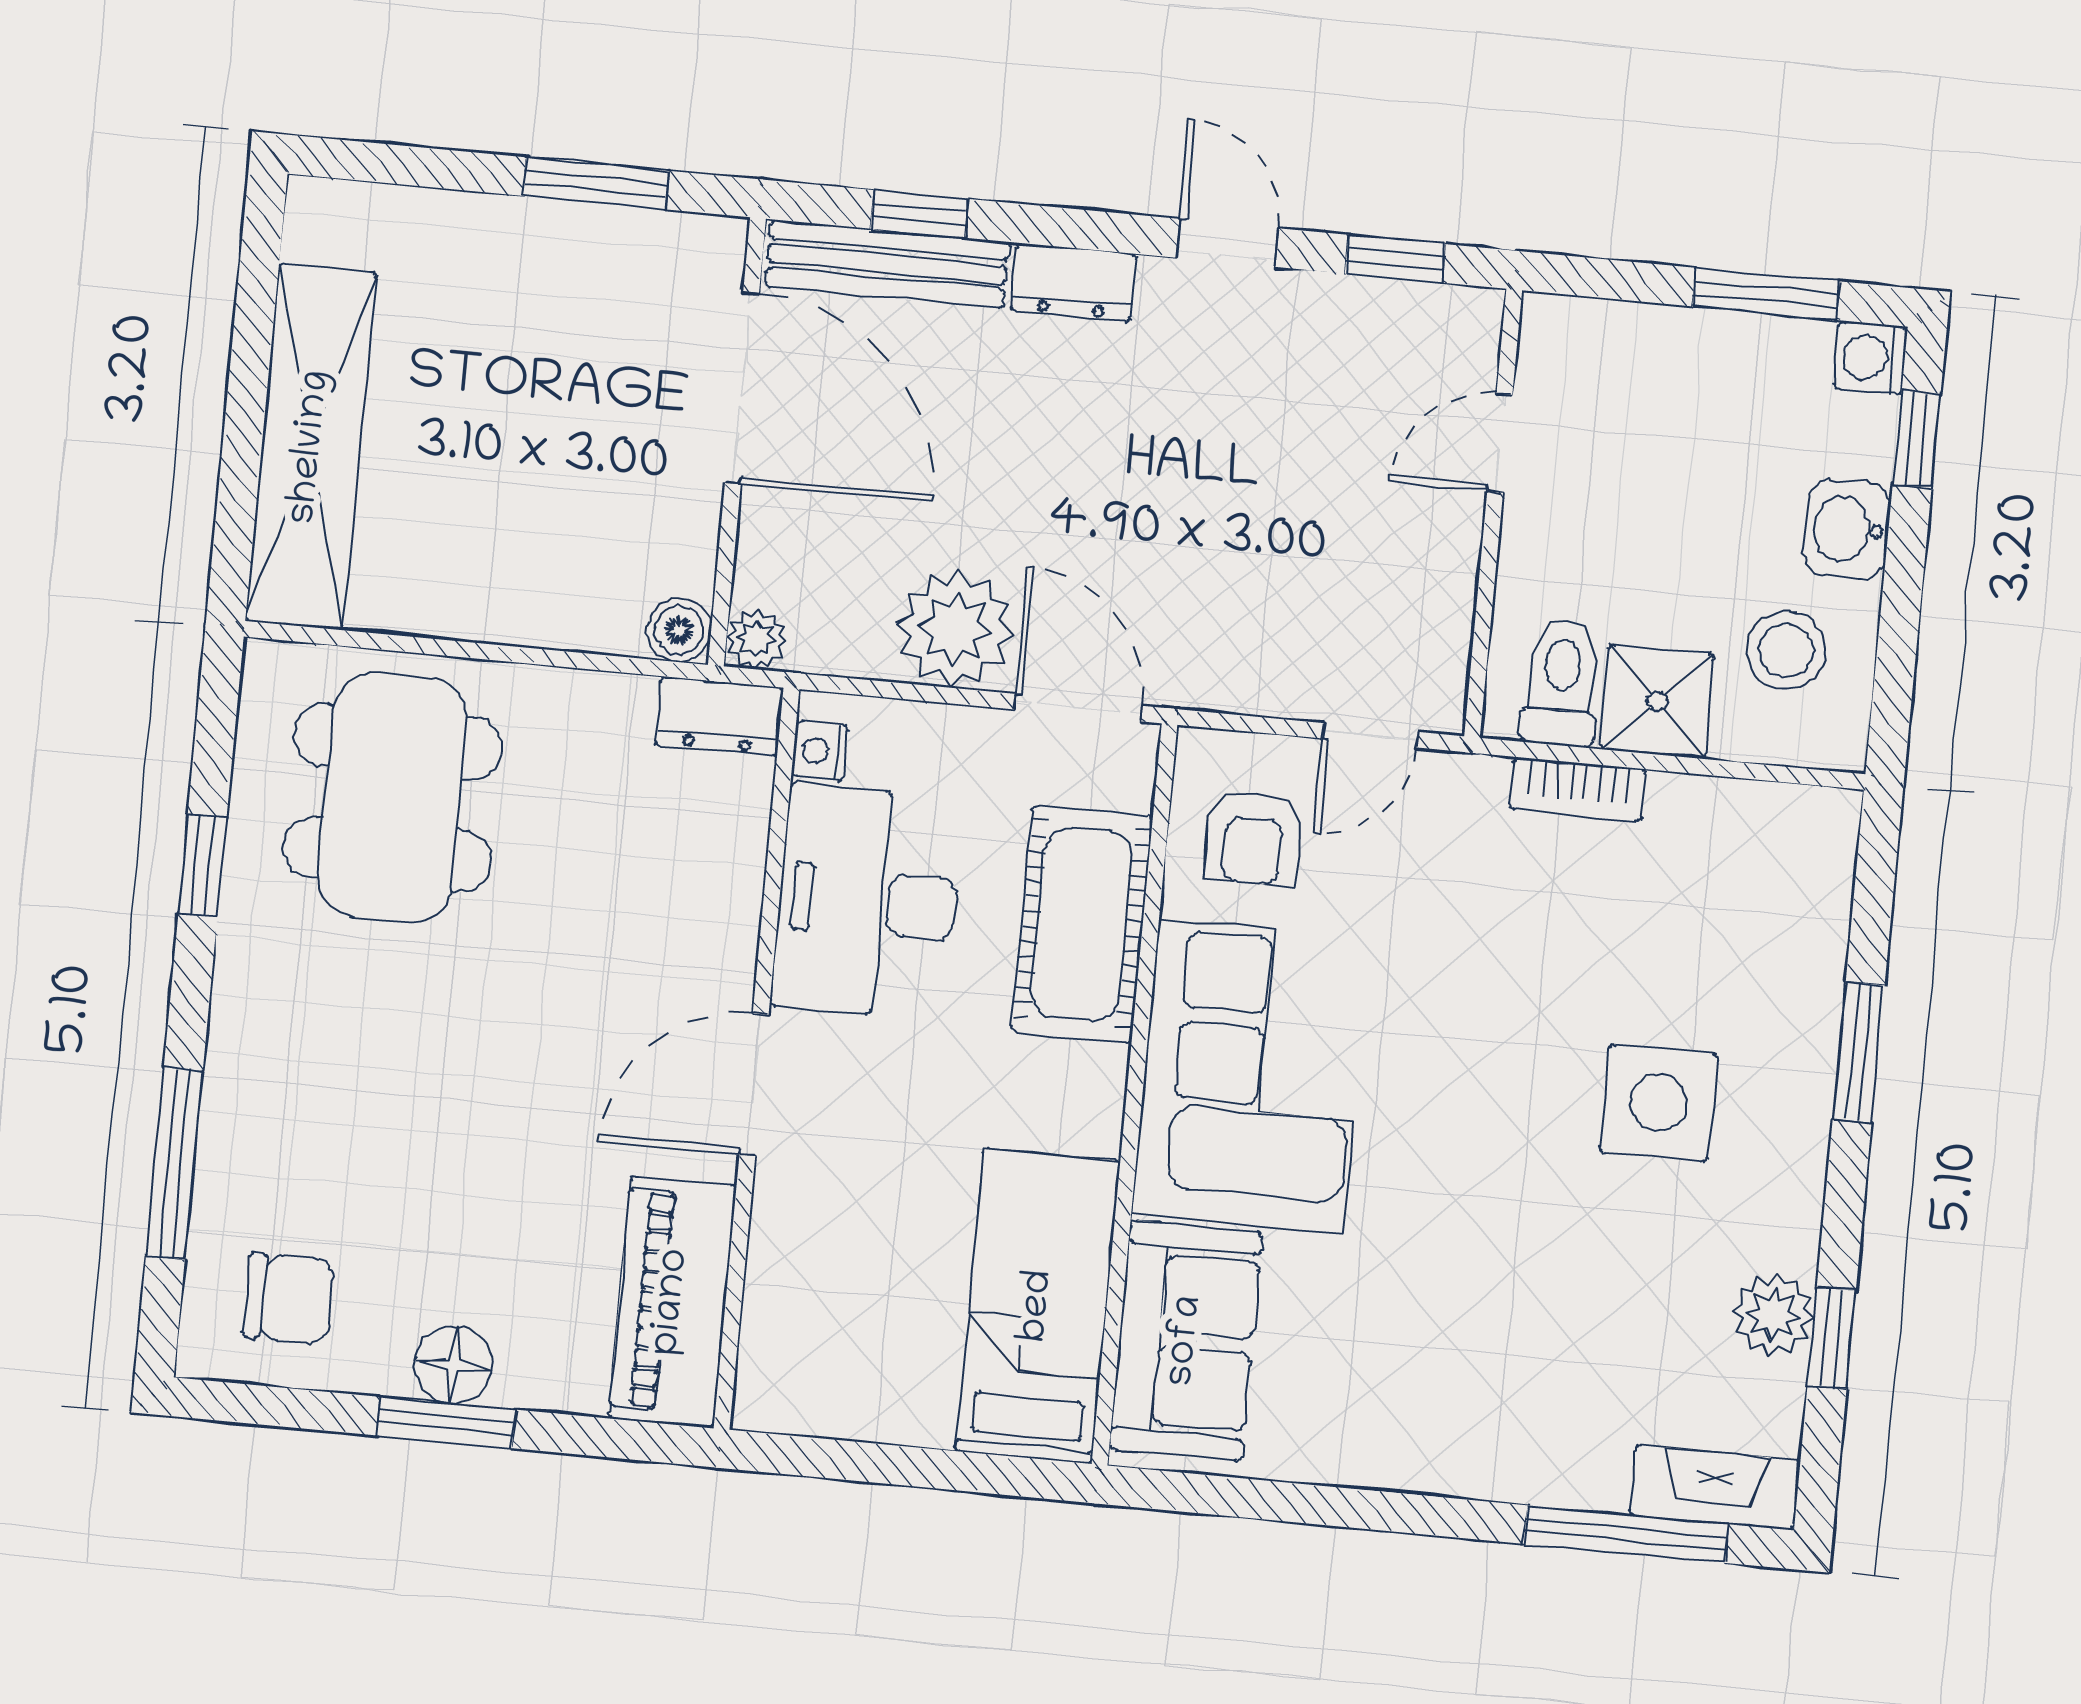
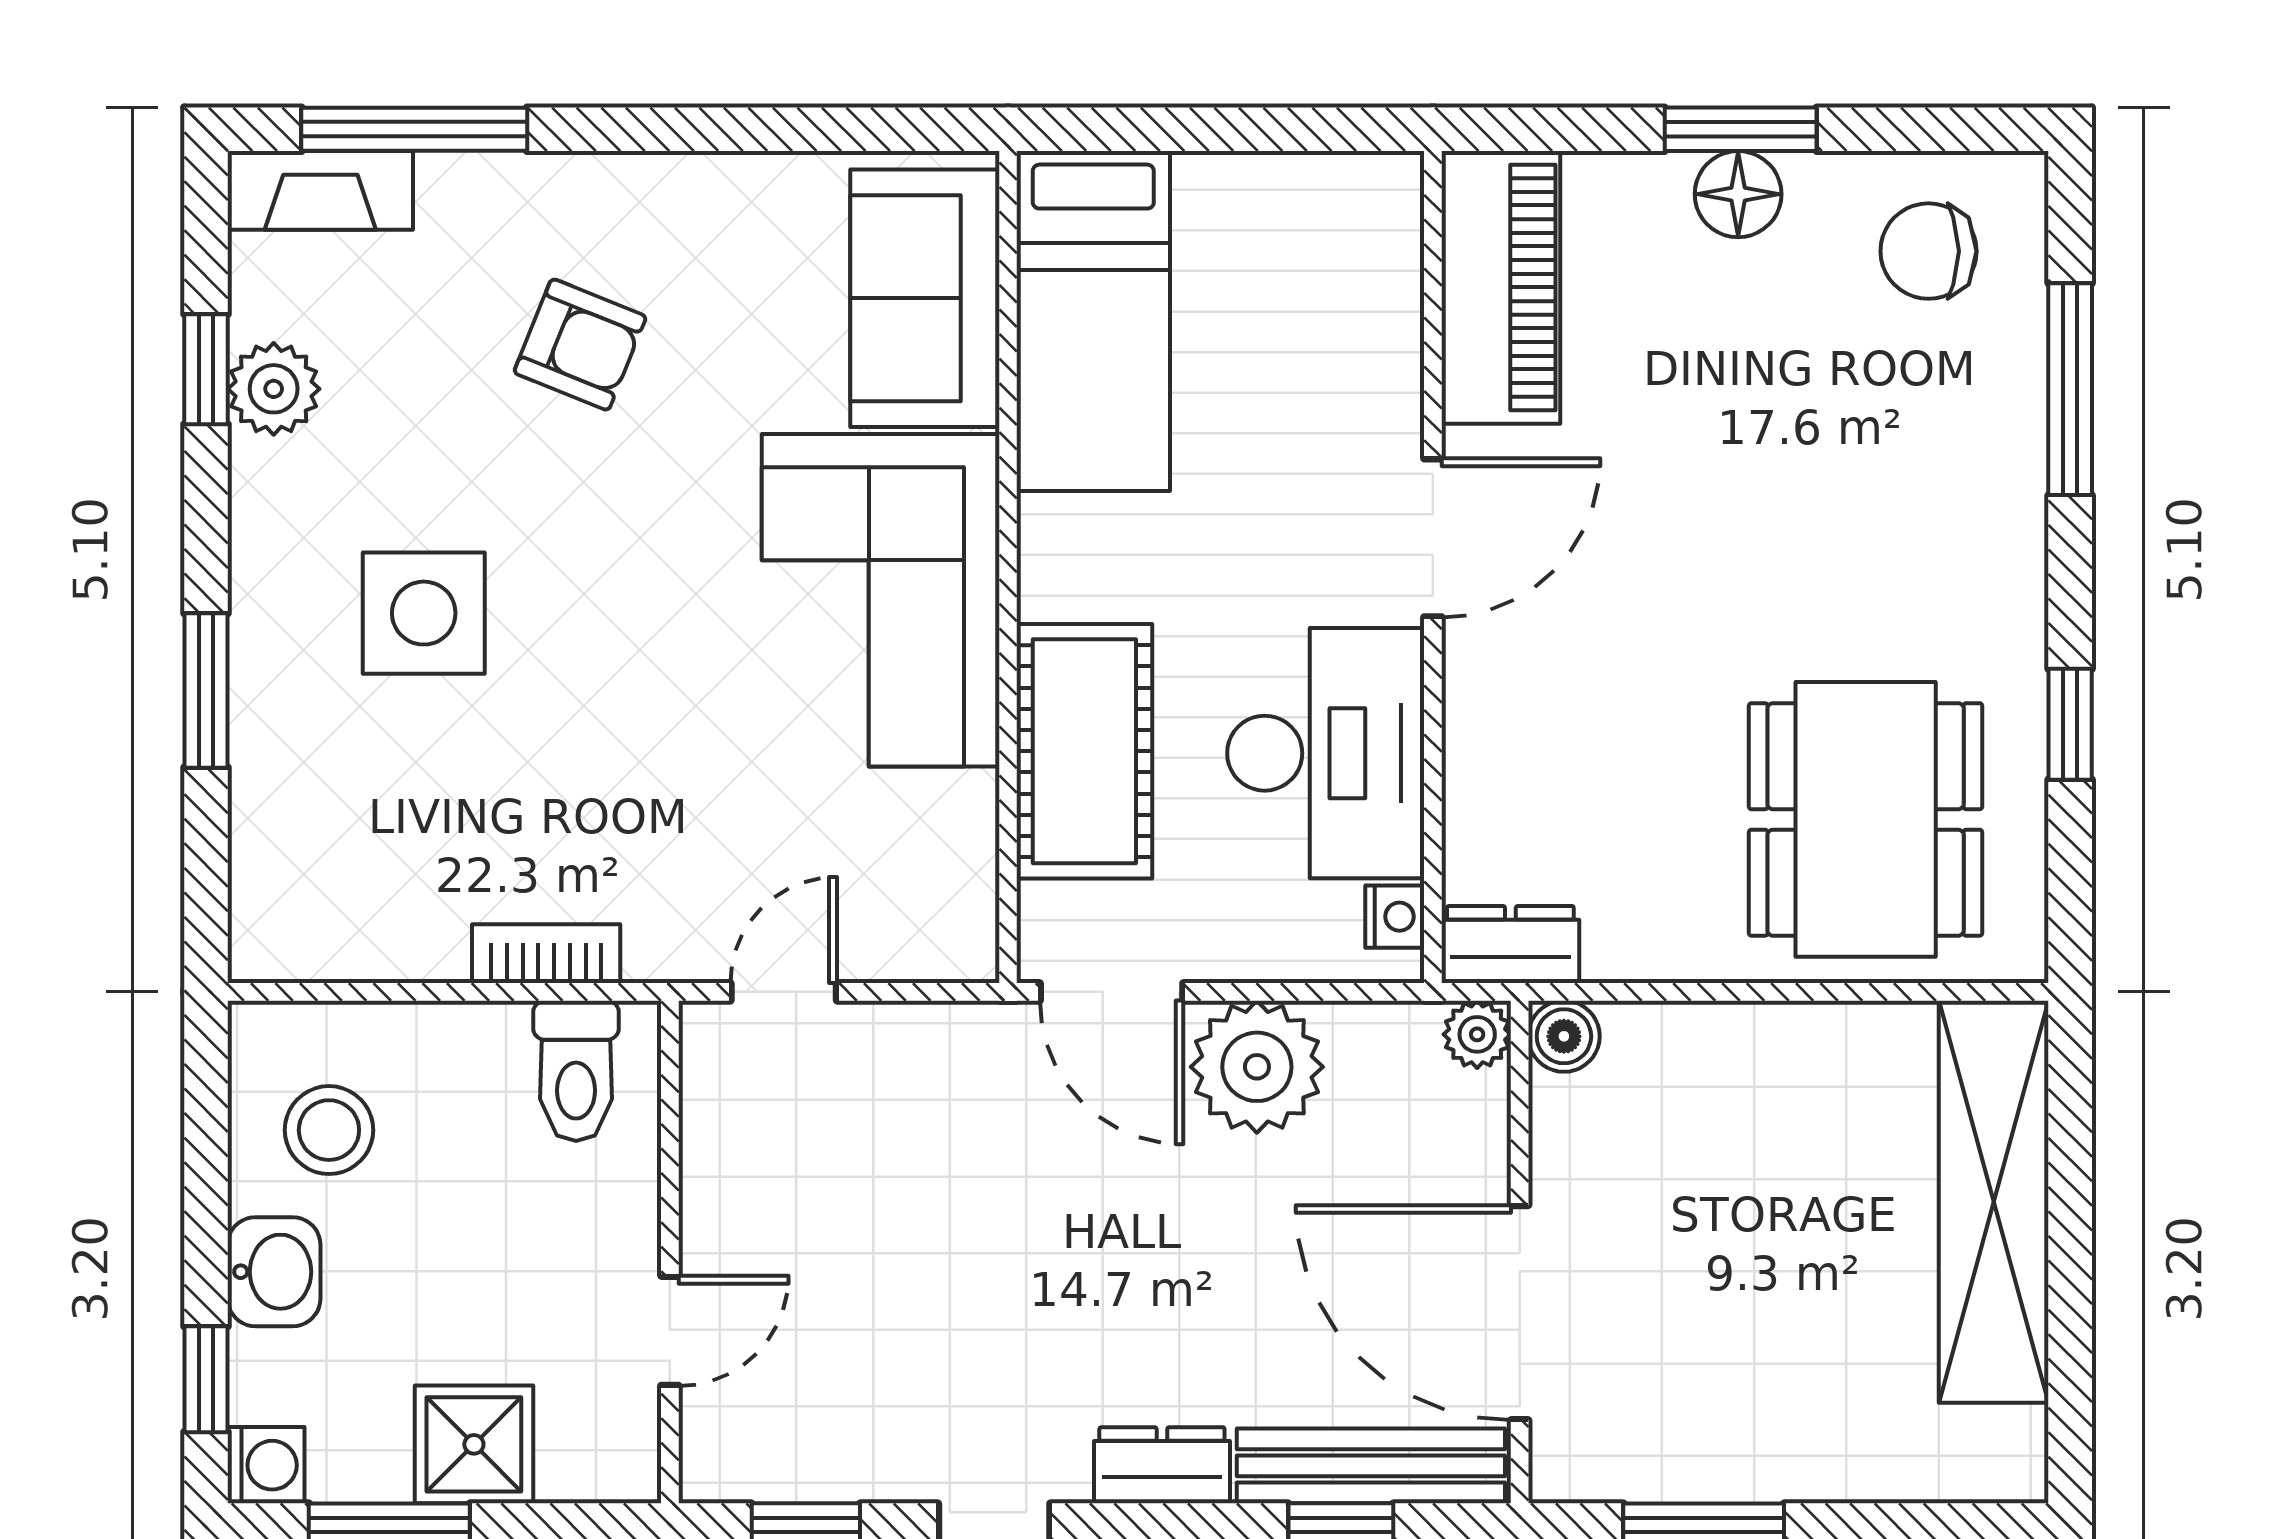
shower: (1657, 702) -> (474, 1444), moved
armchair: (1253, 838) -> (580, 345), moved, turned 112

